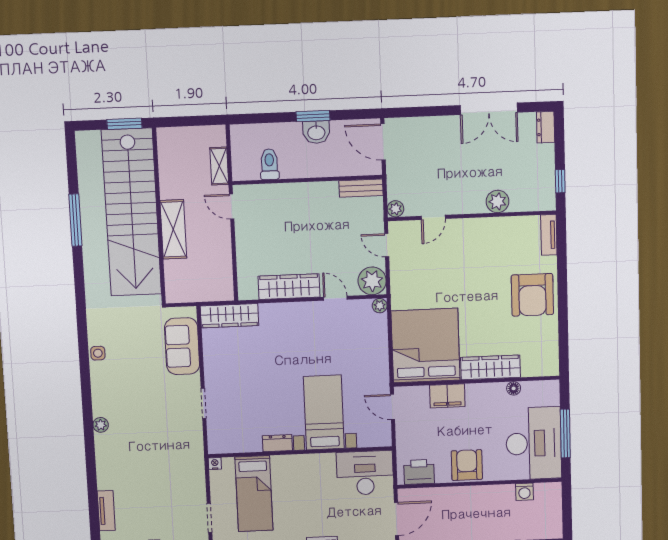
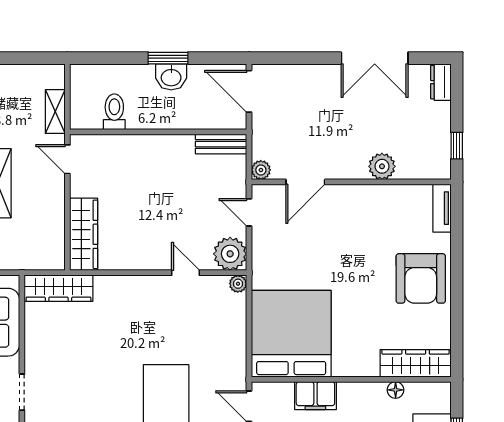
door: (433, 217) -> (305, 182), width x1.38
wardrobe: (289, 287) -> (84, 234), moved, turned 90
wardrobe: (490, 367) -> (416, 363), moved

